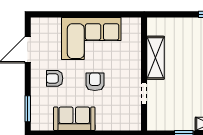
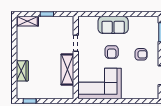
corner sofa: (91, 38) -> (99, 84), moved
sofa: (74, 119) -> (113, 25), moved

